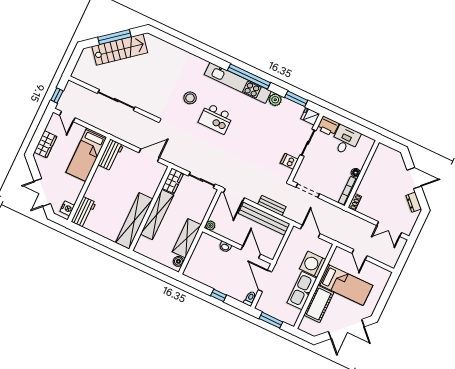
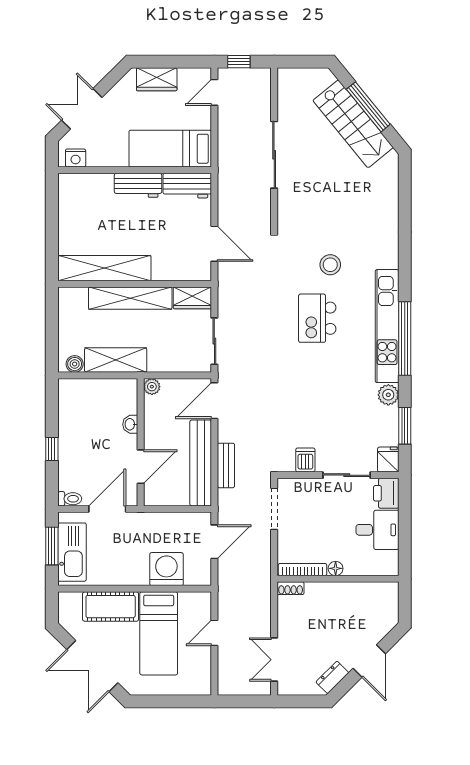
workbench: (84, 212) -> (138, 185), moved
kitchen sink: (302, 291) -> (72, 552), moved, turned 90

